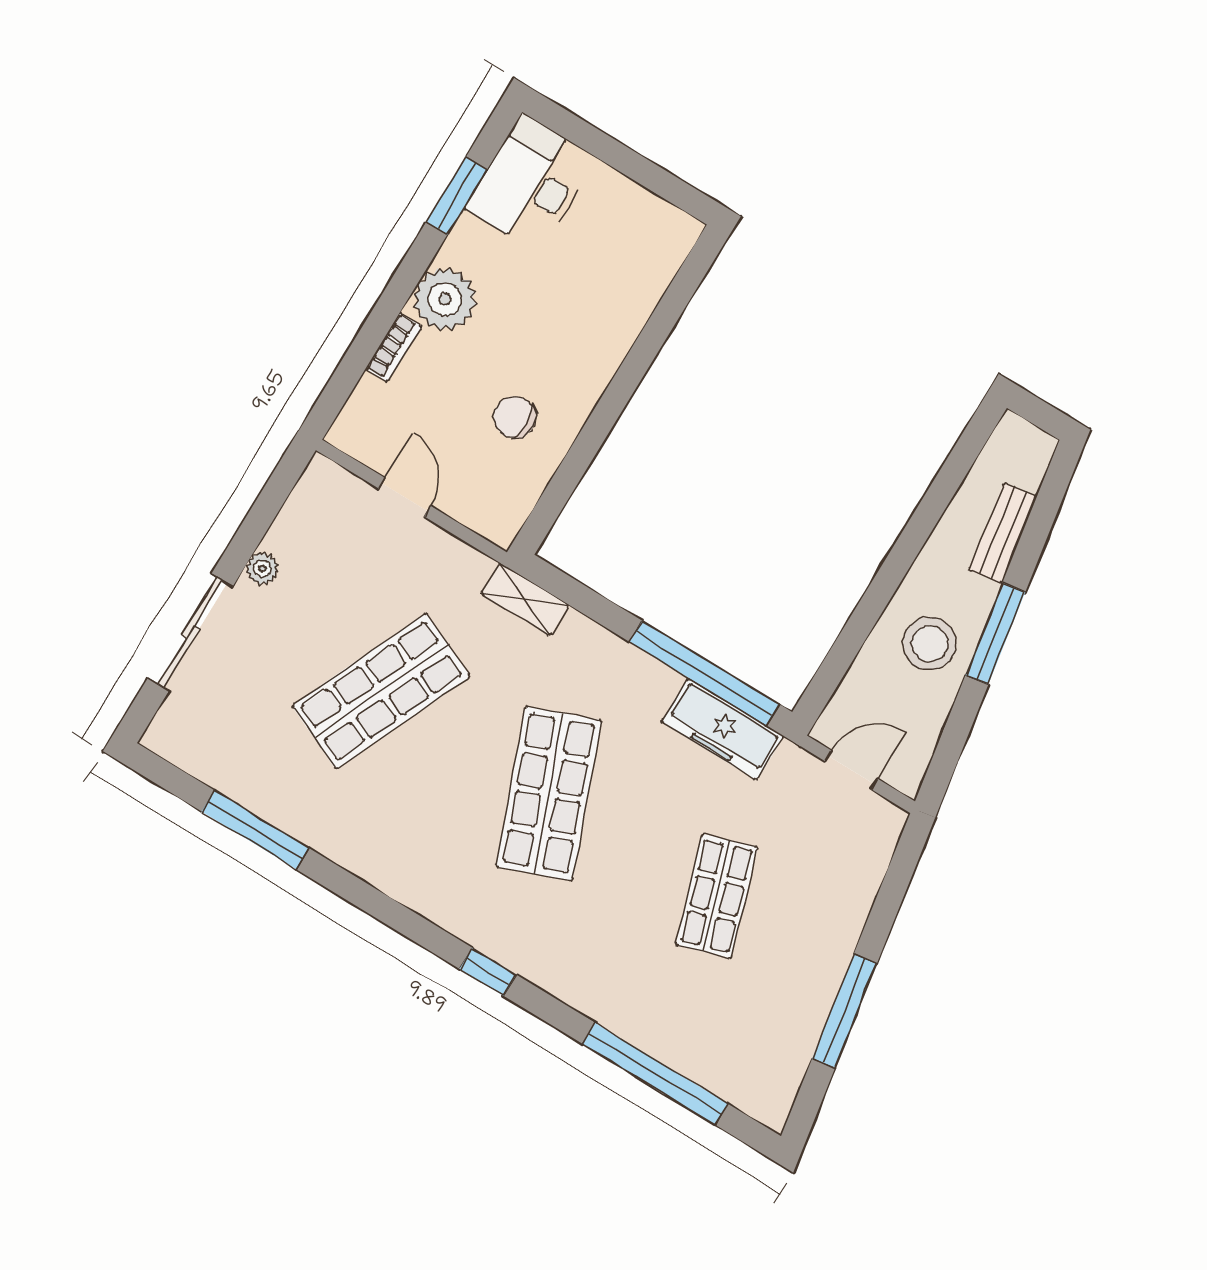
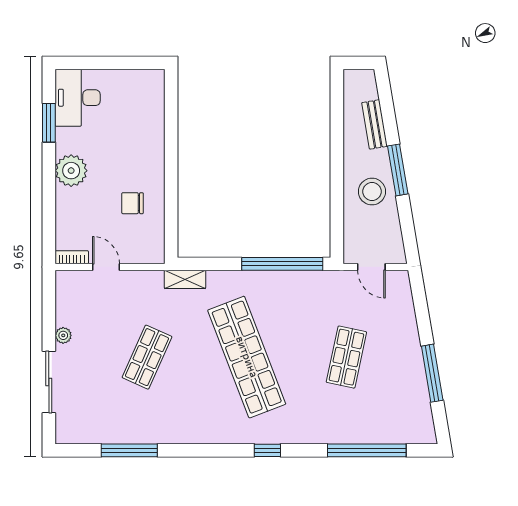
bookcase: (394, 347) -> (72, 257), moved, turned -90
shop shelf: (381, 691) -> (147, 357), width x0.70, depth x0.74
freezer: (722, 729) -> (305, 283), removed
door: (851, 770) -> (371, 267), swing flipped
shop shelf: (549, 793) -> (247, 357), width x1.40
shop shelf: (717, 896) -> (346, 357), turned 30

